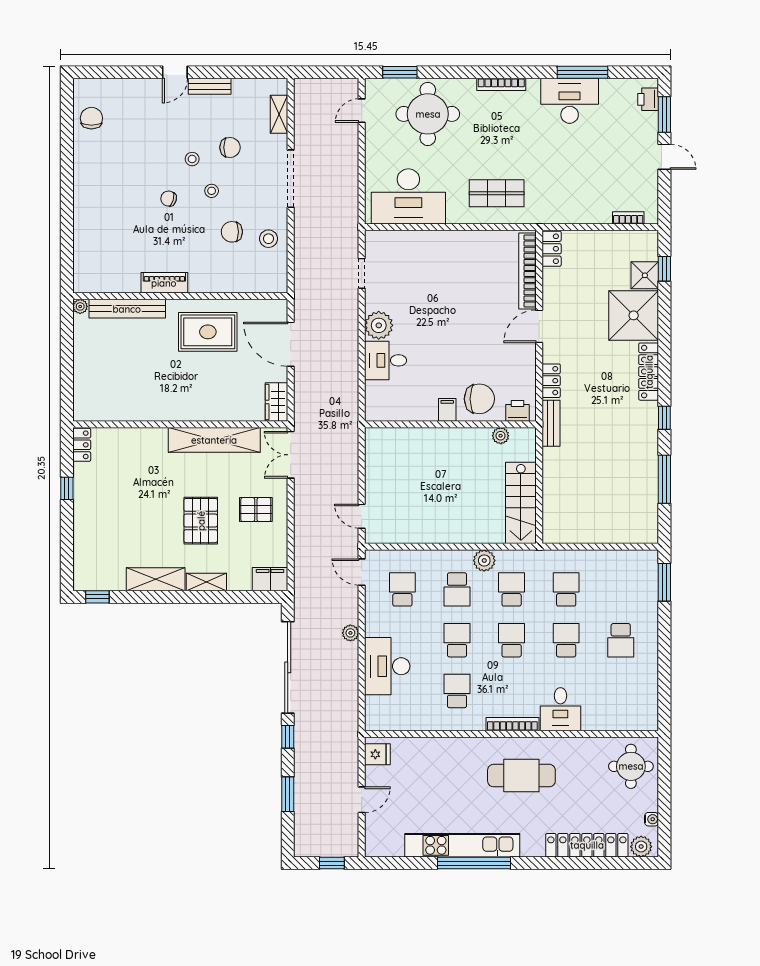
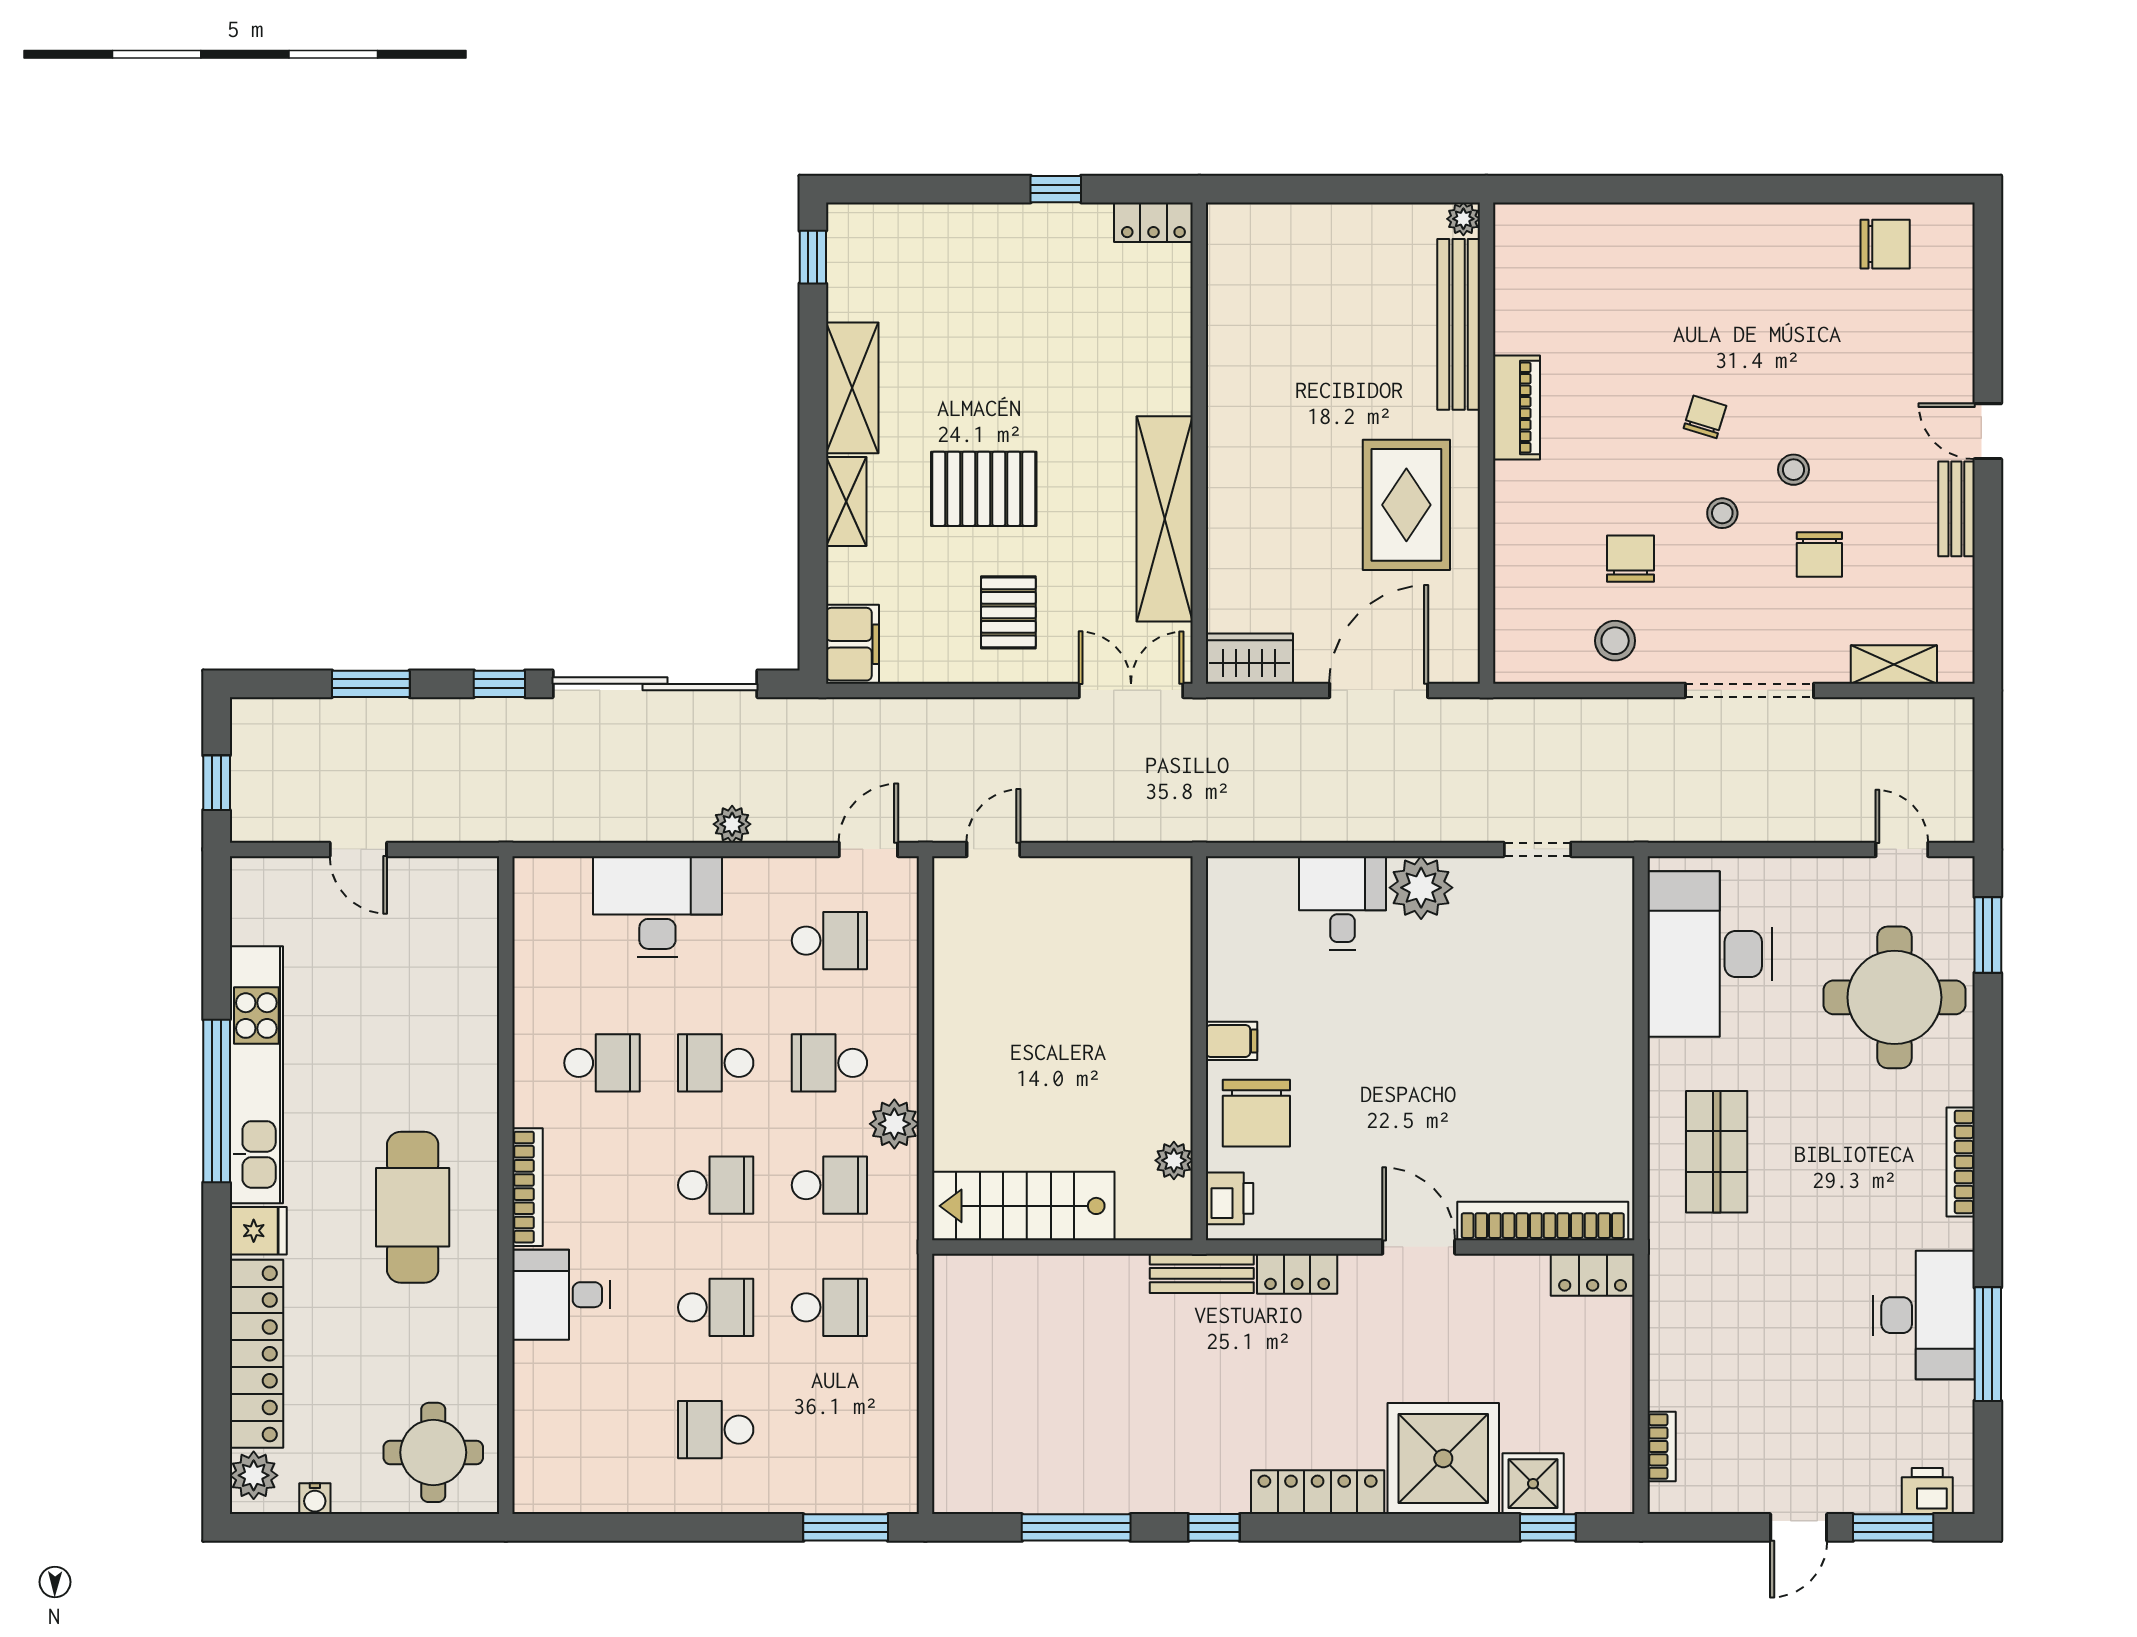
school desk: (457, 640) -> (716, 1063), turned 180
fridge: (377, 754) -> (258, 1231), moved, turned -90

